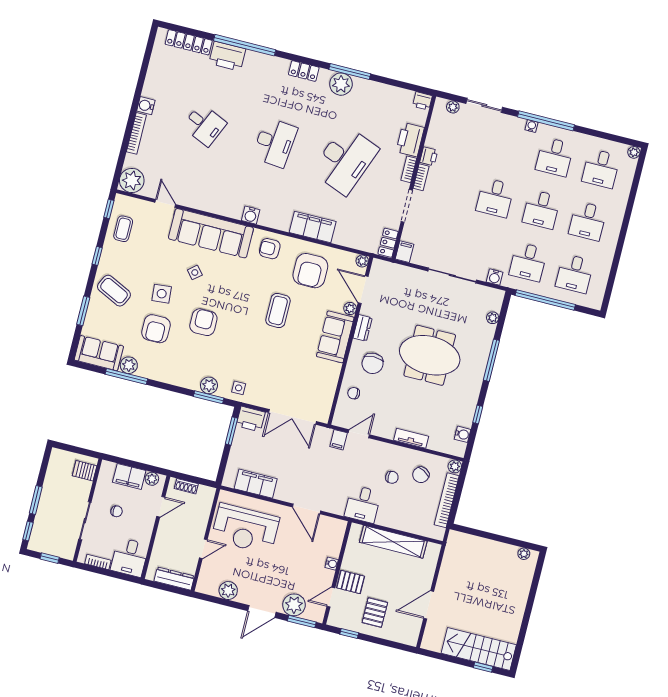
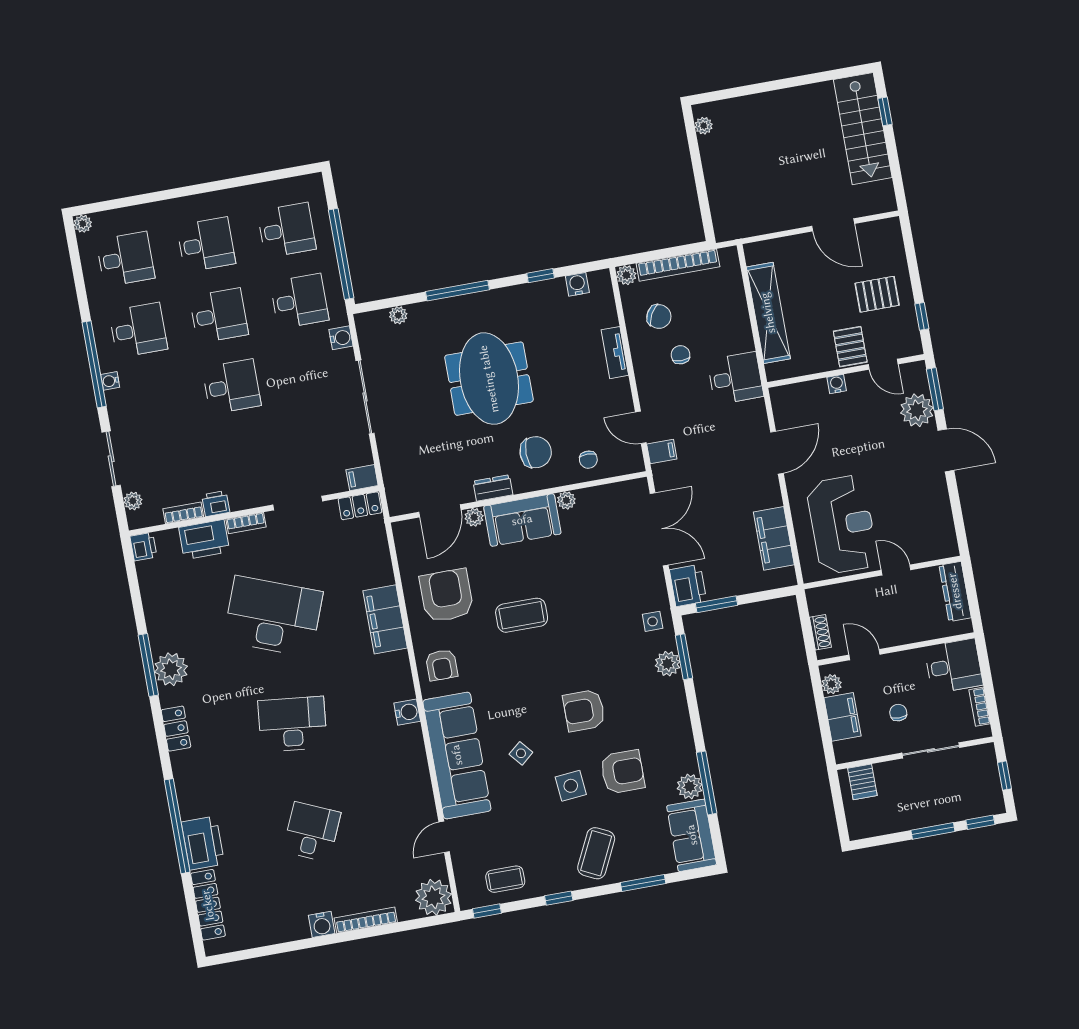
bookcase: (421, 177) -> (183, 513), moved
plant: (362, 261) -> (566, 500), moved
armchair: (310, 271) -> (447, 595), turned -90
plant: (228, 591) -> (938, 510), removed

